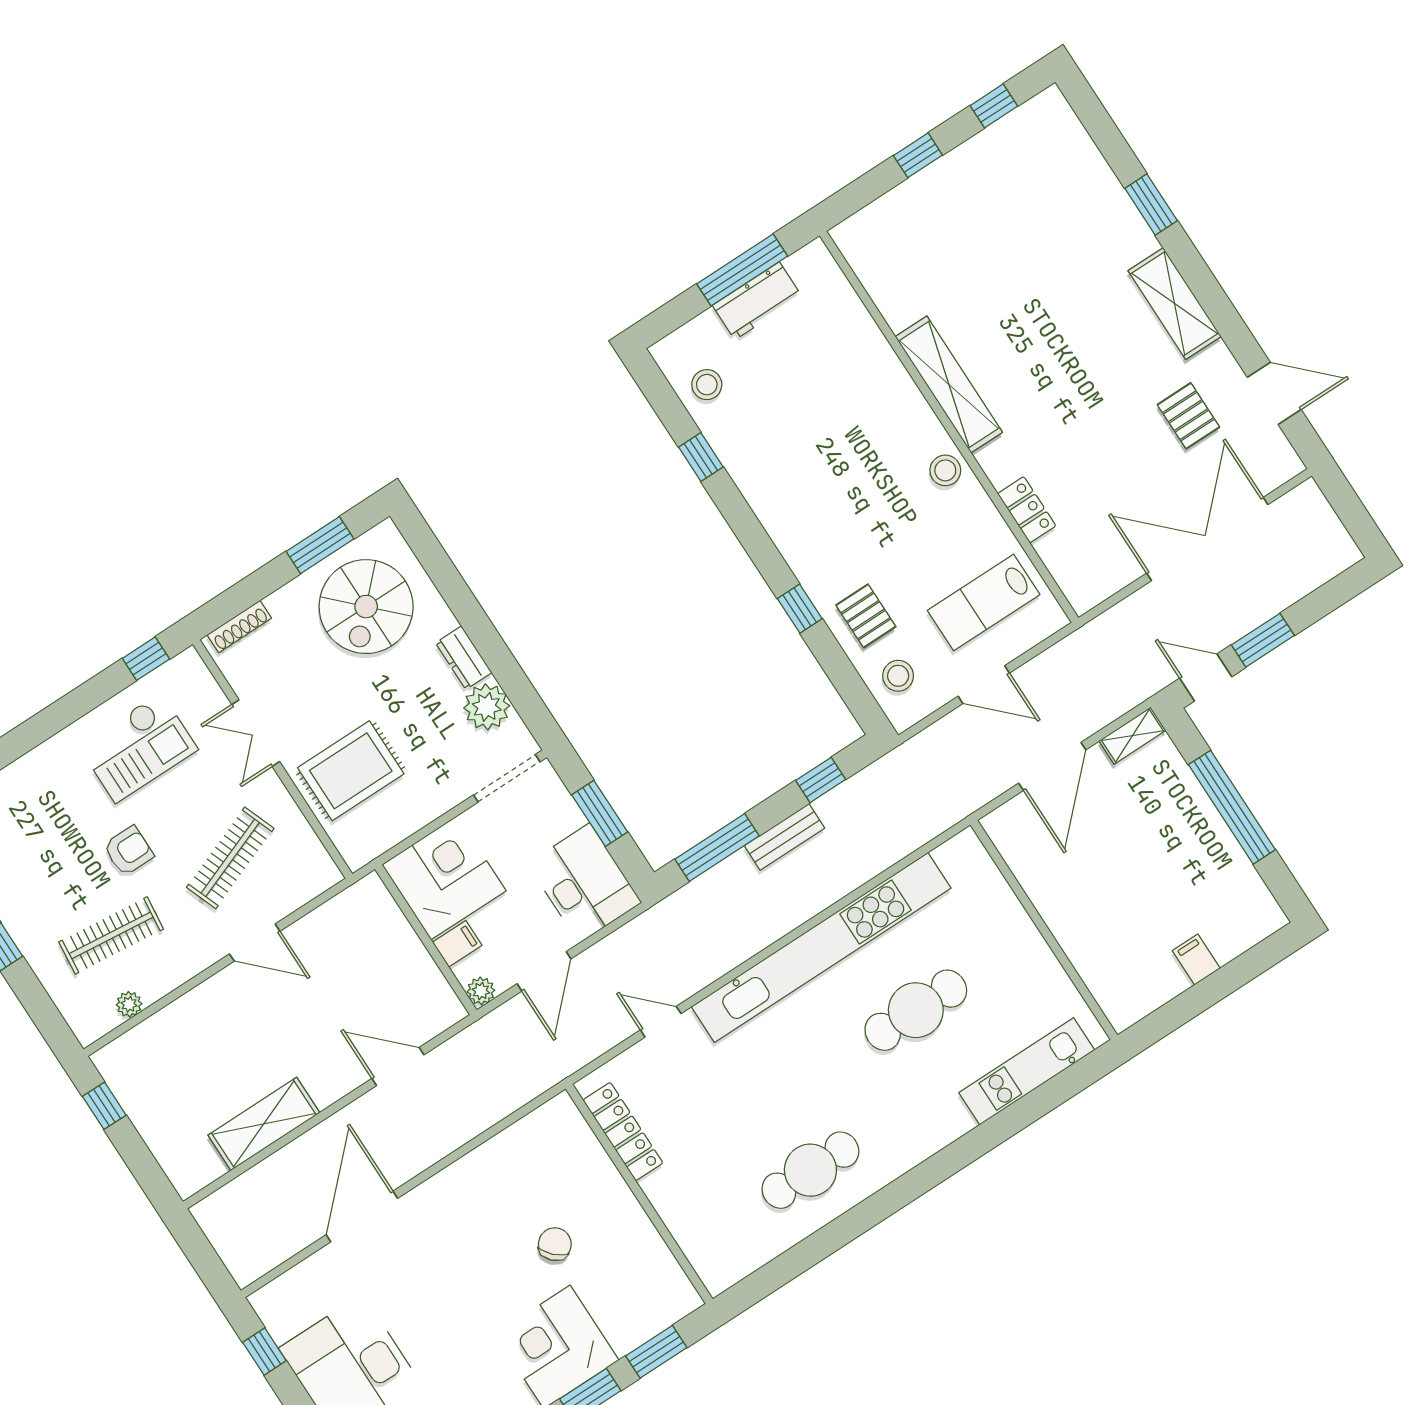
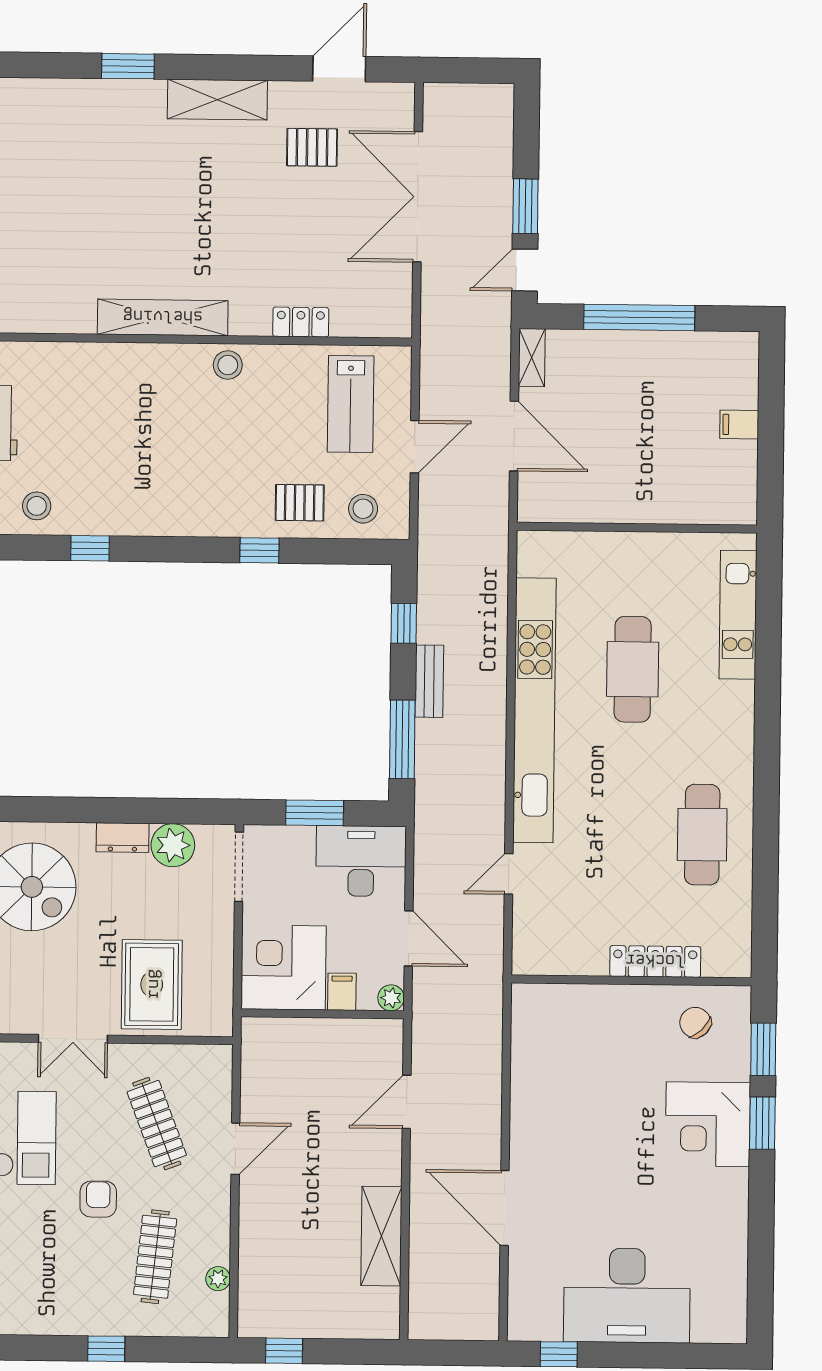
locker: (623, 1131) -> (655, 961), moved
chair: (555, 1244) -> (695, 1023), moved

